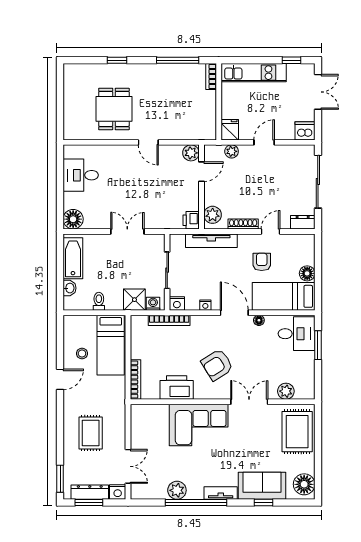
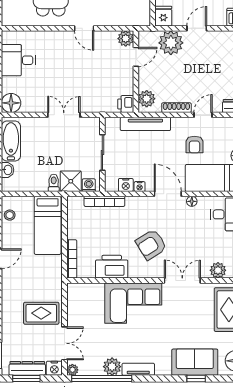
plant: (232, 151) -> (171, 43), width x1.87, depth x1.87
armchair: (262, 262) -> (194, 144), turned 180
toilet: (99, 301) -> (54, 183), moved
nightstand: (177, 303) -> (126, 185), moved
stool: (82, 353) -> (10, 215), moved
rug: (91, 433) -> (41, 313), moved, turned 90
tv unit: (221, 493) -> (138, 369), moved
plant: (136, 494) -> (72, 370), added
window: (196, 503) -> (102, 379), moved

